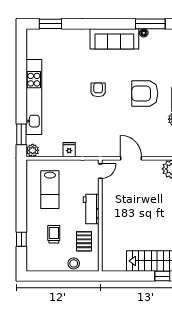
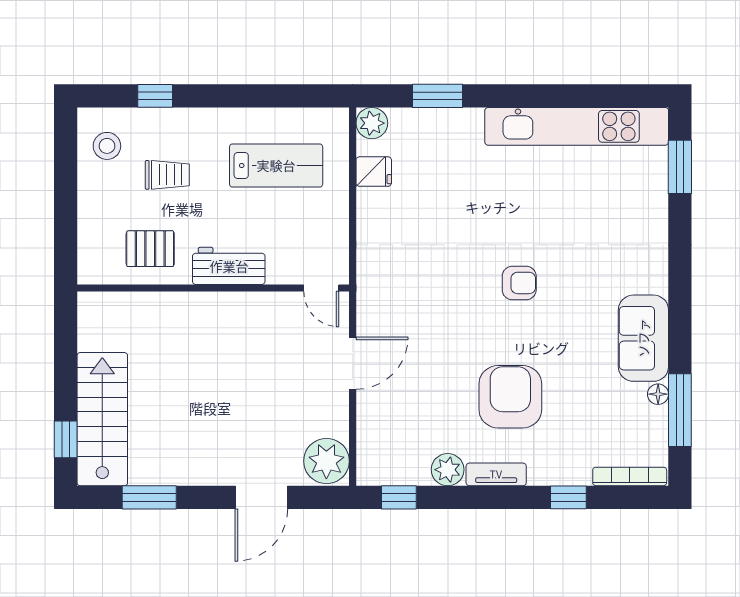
sofa: (114, 39) -> (643, 338), width x0.73
kitchen unit: (34, 97) -> (577, 126), moved
window: (21, 134) -> (437, 96), moved
fridge: (69, 150) -> (374, 172), moved
lab bench: (50, 190) -> (276, 165), turned 180
stool: (74, 263) -> (107, 146), moved

